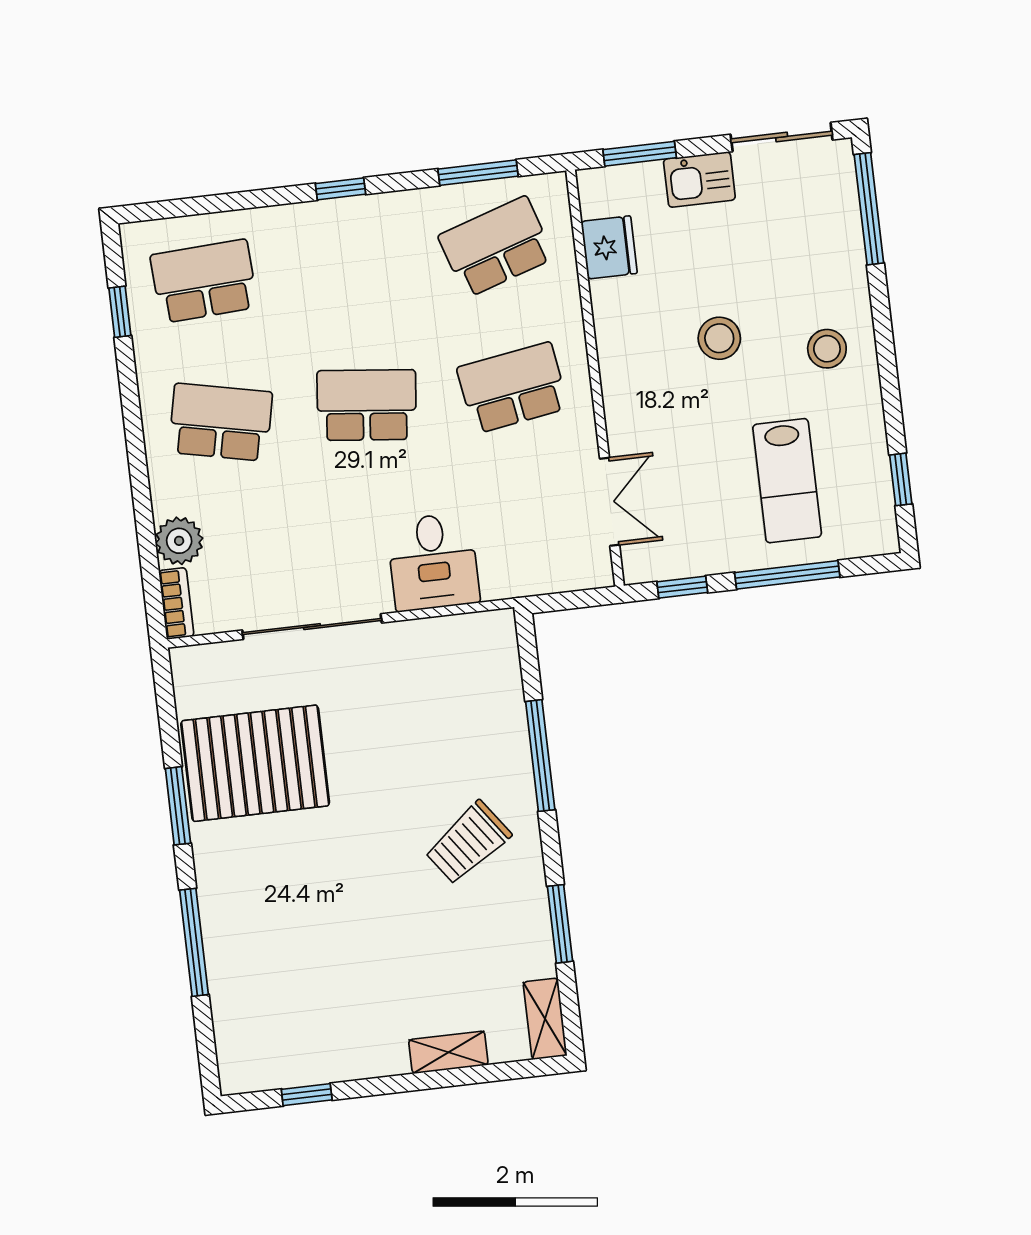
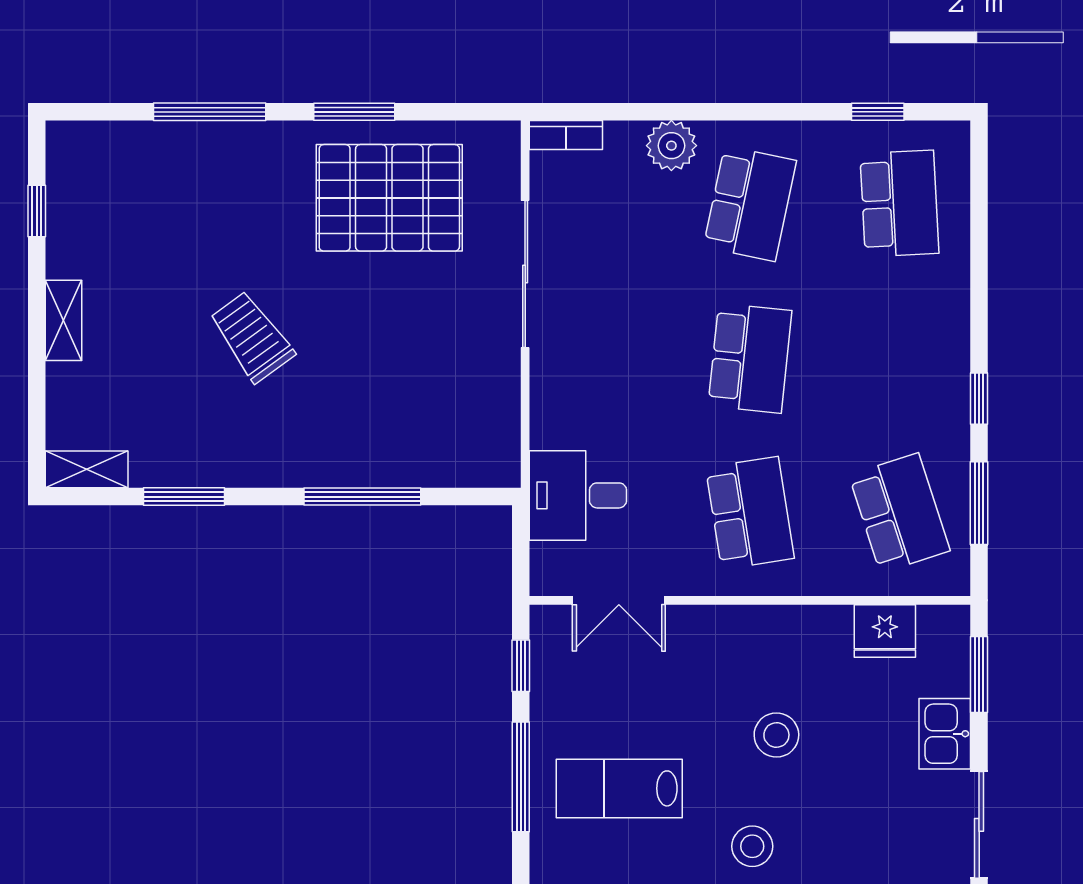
window: (340, 189) -> (979, 399), moved
plant: (179, 541) -> (671, 146), moved
desk: (433, 562) -> (578, 495), moved
pallet: (255, 763) -> (389, 198), turned 90
trolley: (468, 843) -> (252, 337), moved
shelving: (448, 1052) -> (63, 320), moved

